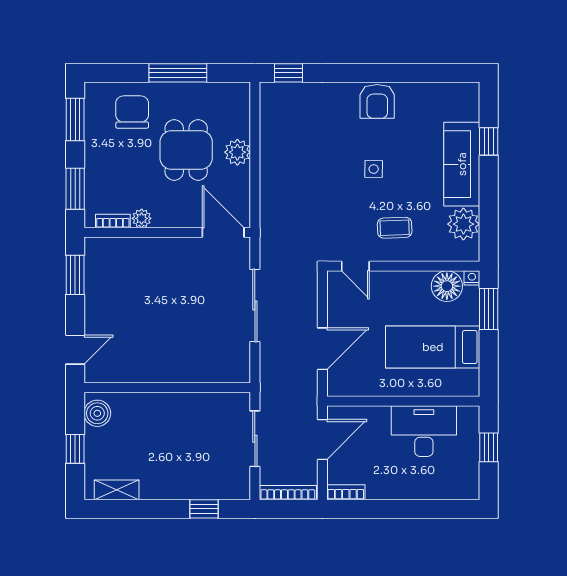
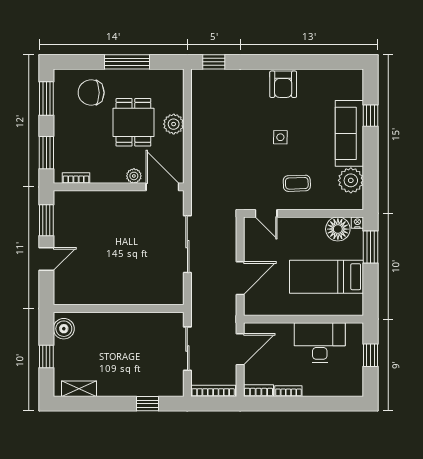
chair: (132, 112) -> (91, 93), turned -90
plant: (142, 218) -> (134, 176), moved
door: (75, 350) -> (46, 259), moved
bookcase: (384, 493) -> (288, 391), added

